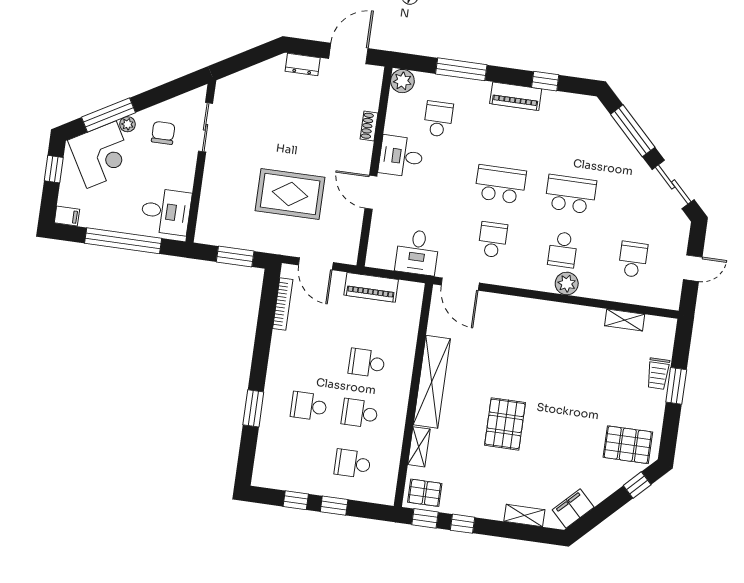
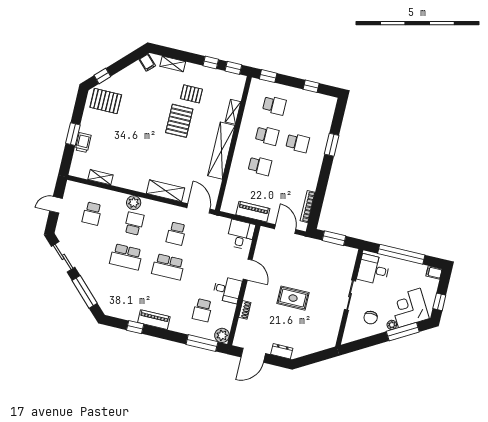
window: (461, 69) -> (202, 343), moved
sliding door: (206, 127) -> (350, 295), moved
rug: (290, 194) -> (293, 298), moved, width x0.73, depth x0.70
desk: (417, 252) -> (241, 235), moved
shelving: (517, 308) -> (166, 191), added
pallet: (425, 493) -> (191, 94), moved
window: (334, 506) -> (268, 76), moved
filing cabinet: (573, 509) -> (147, 63), width x0.50

